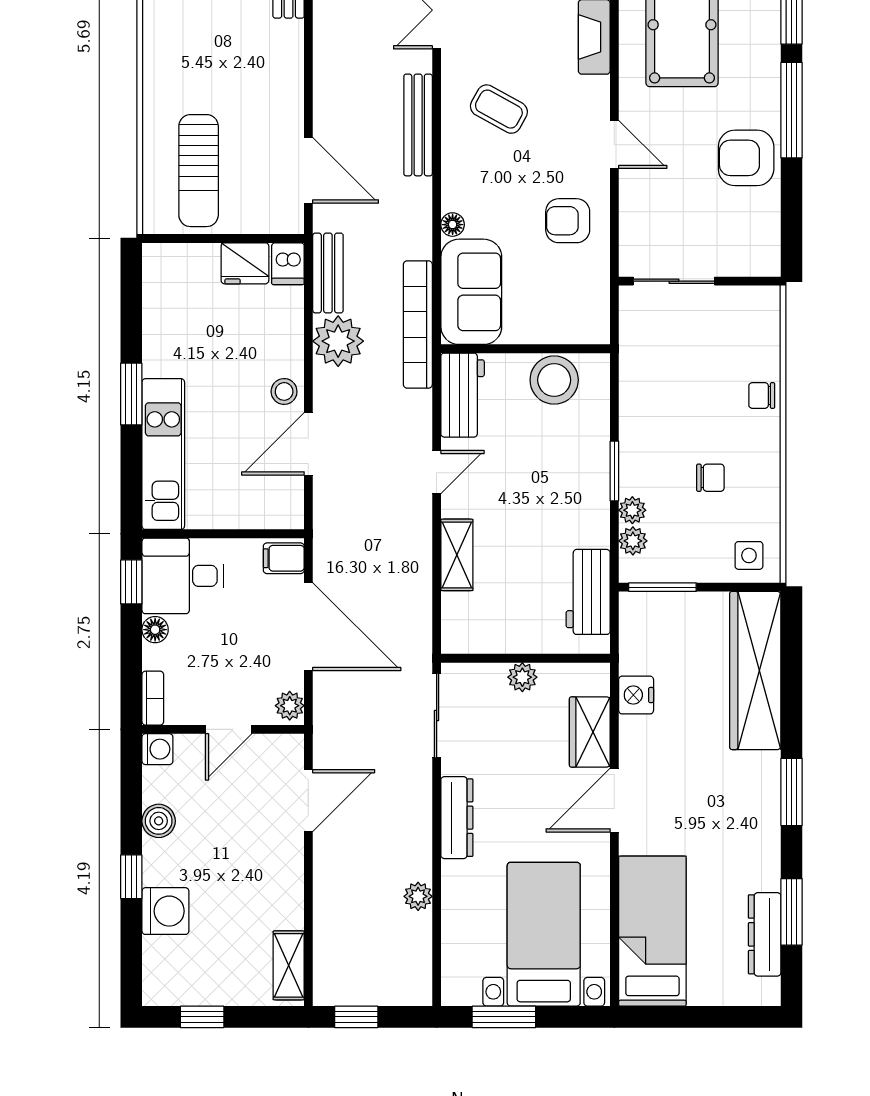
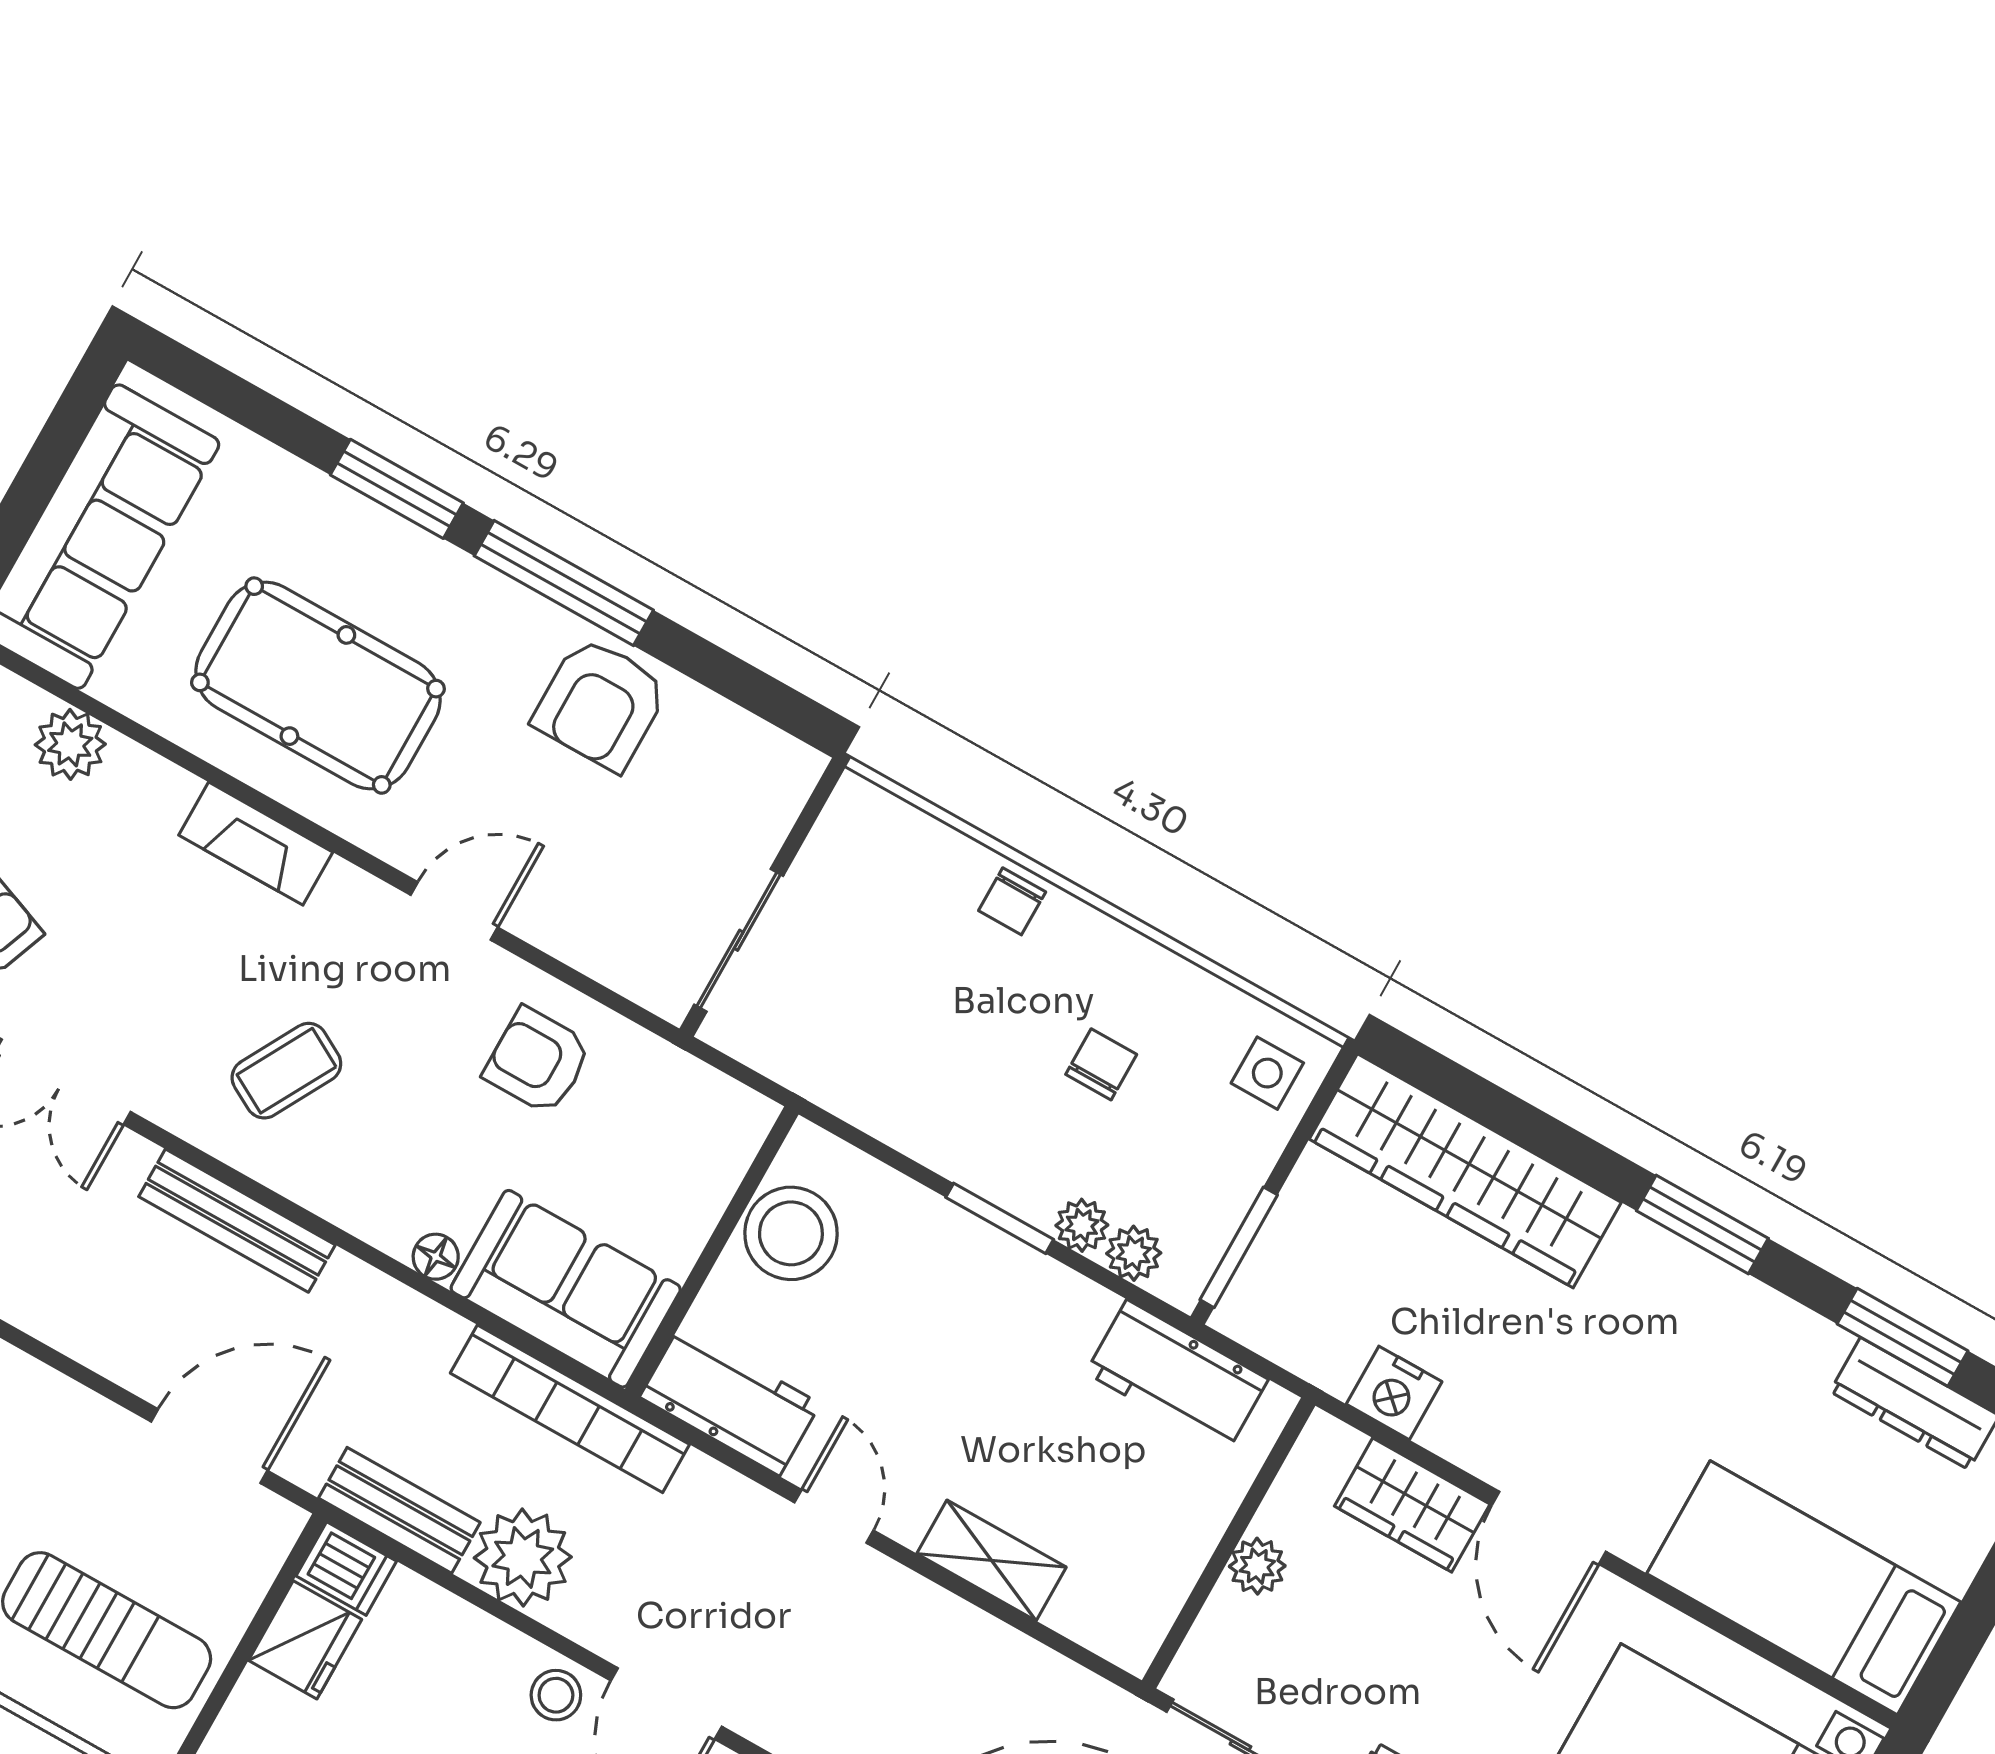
armchair: (568, 221) -> (538, 1061), turned 90

